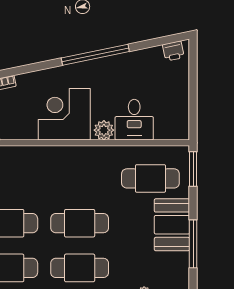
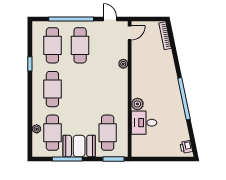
corner desk: (64, 114) -> (147, 80), removed
plant: (39, 153) -> (123, 64), added
cafe table: (80, 223) -> (52, 133), moved

